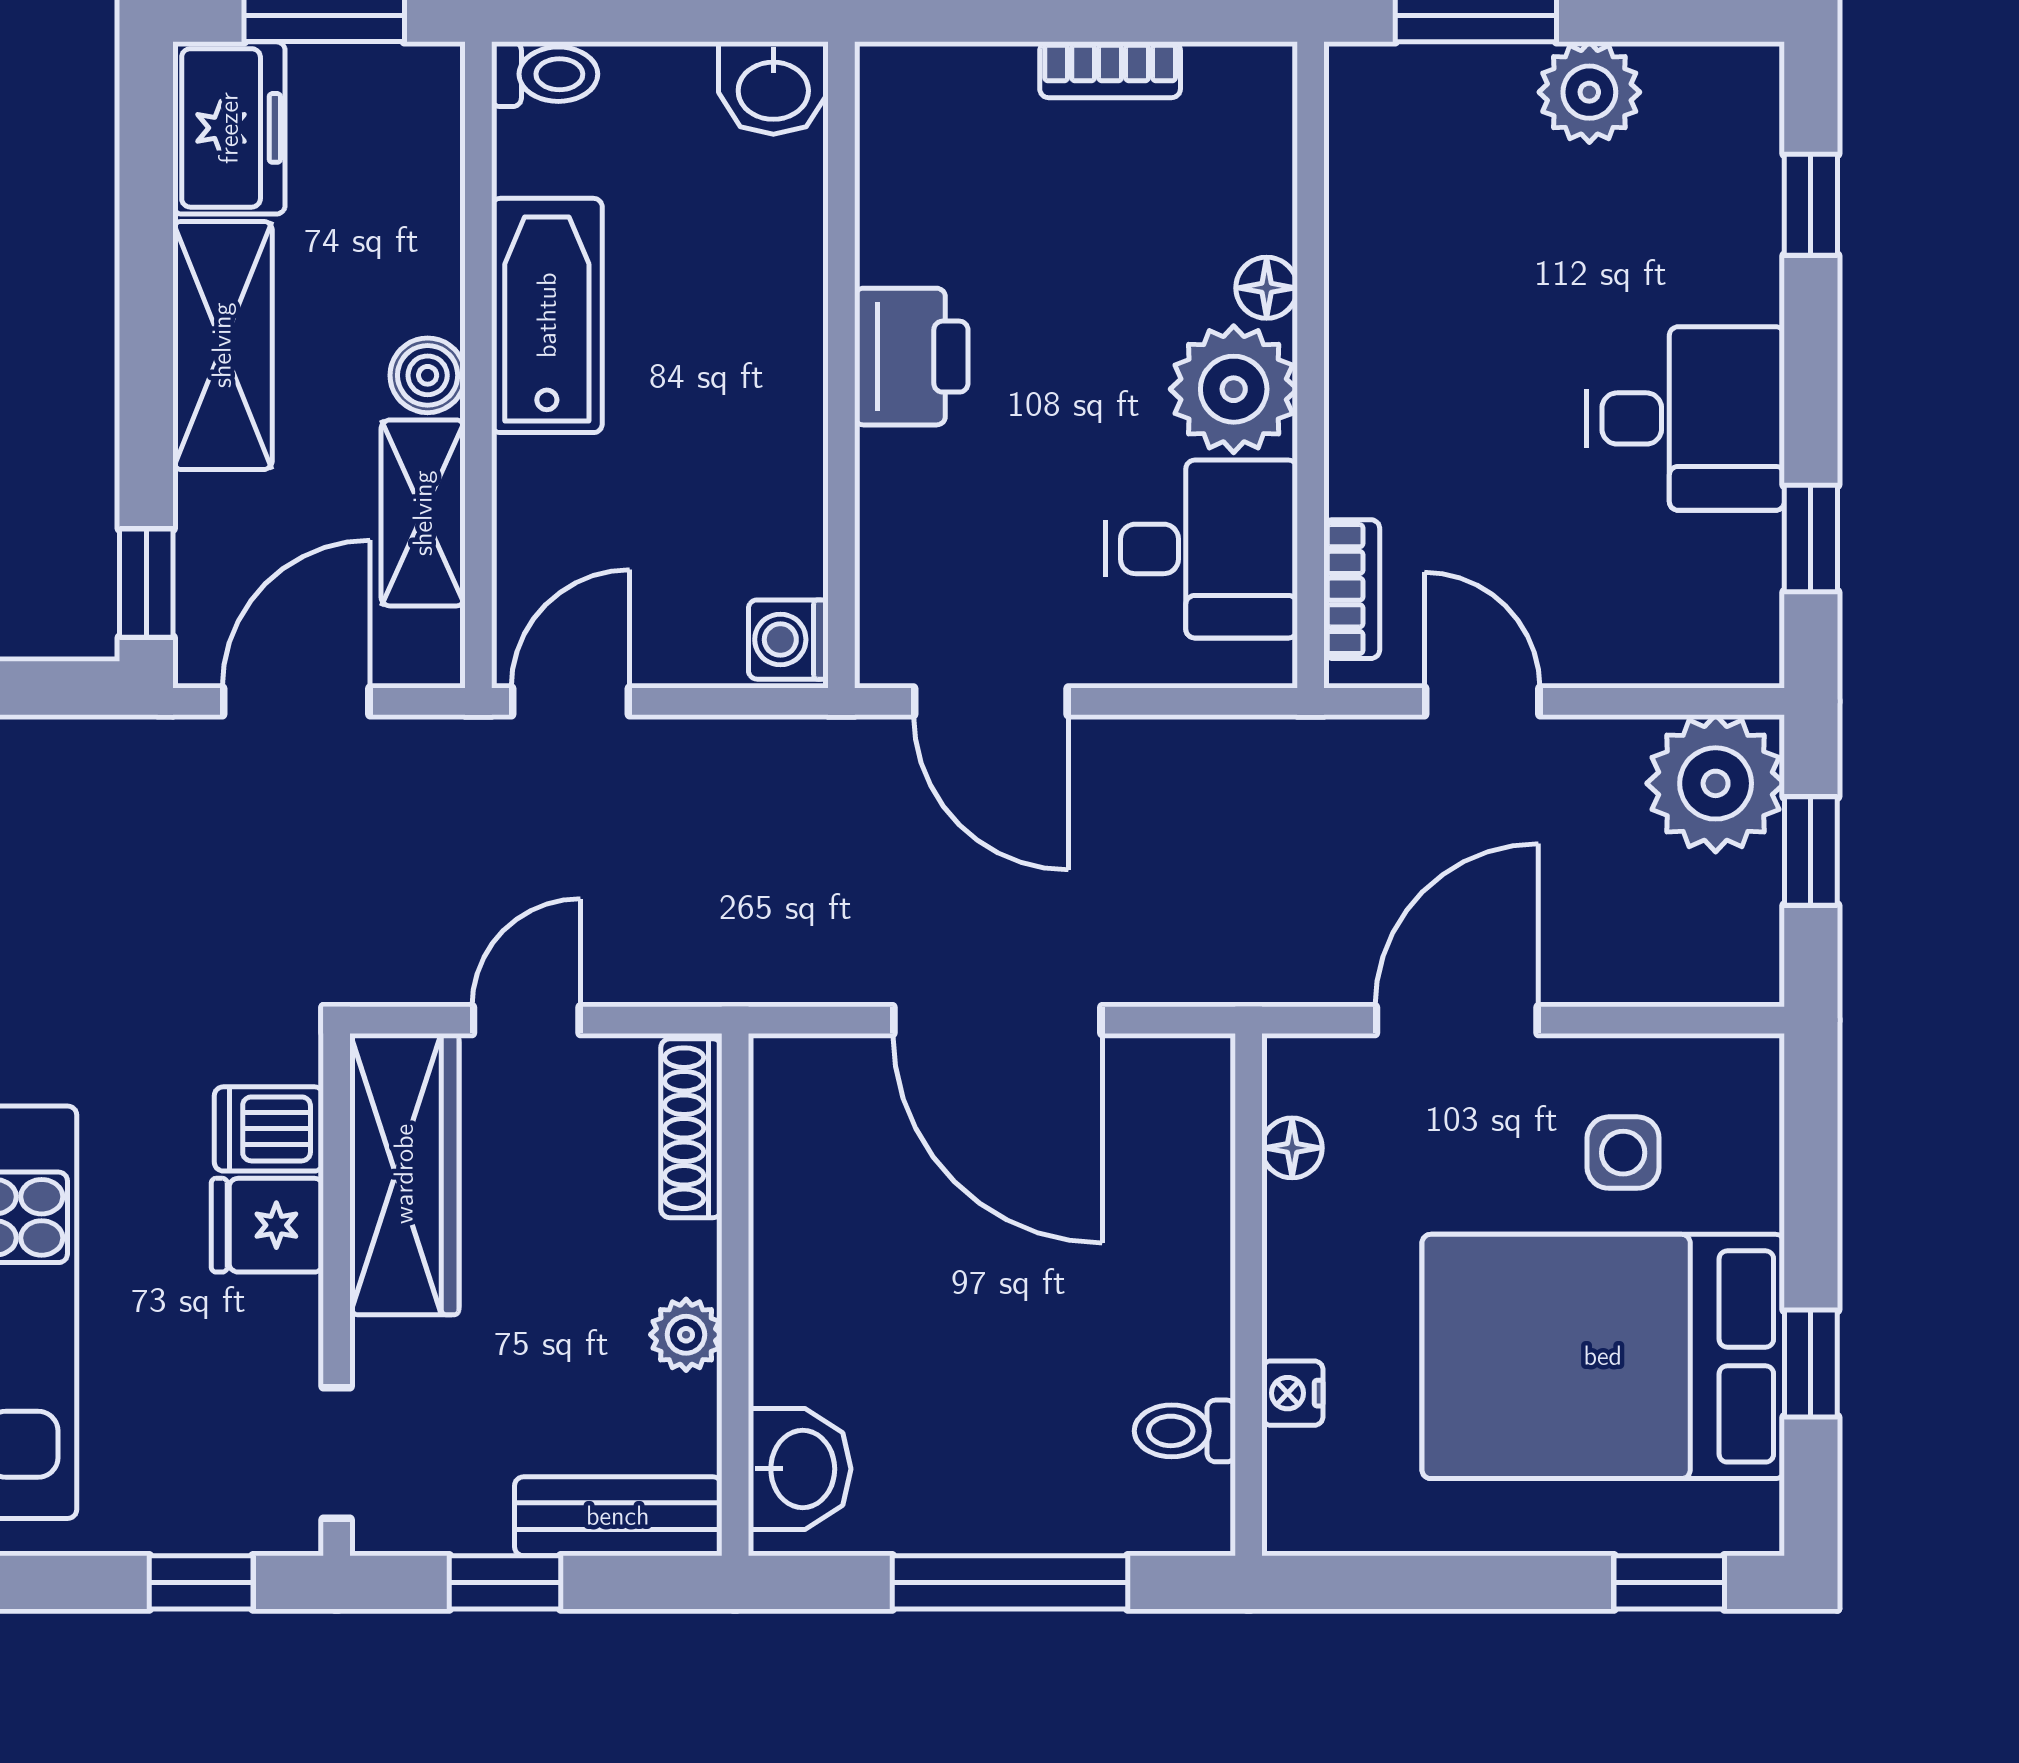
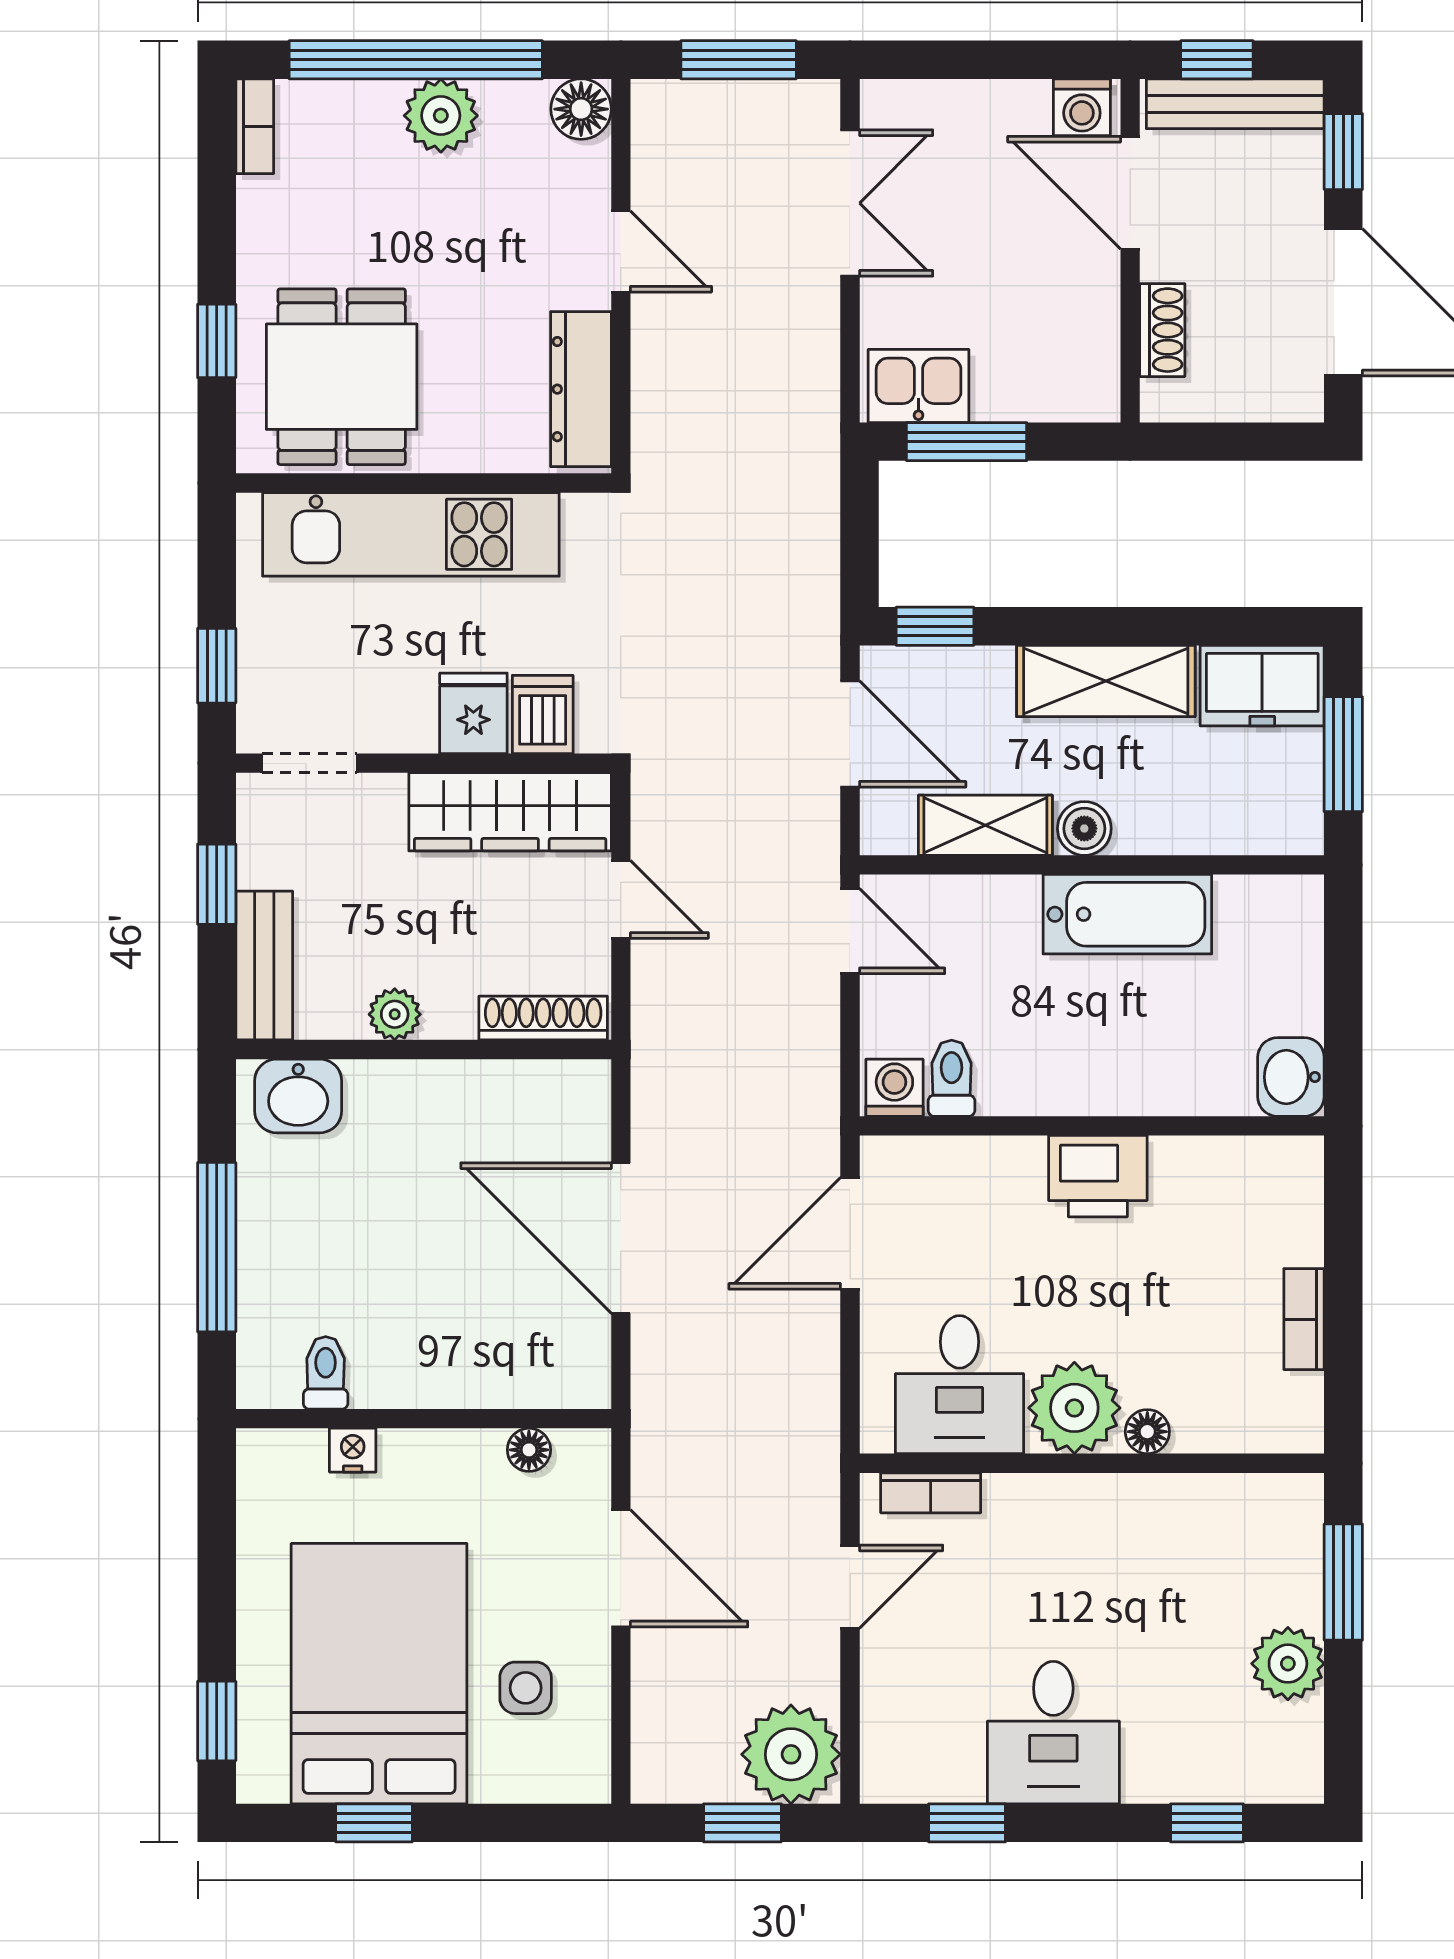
toilet: (545, 74) -> (952, 1078), moved, turned 180
door: (997, 1020) -> (621, 1238), hinge flipped

